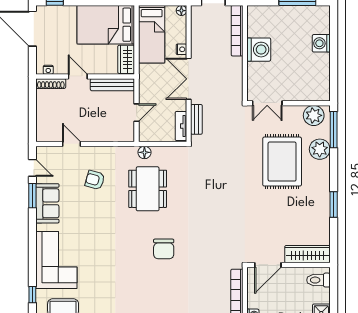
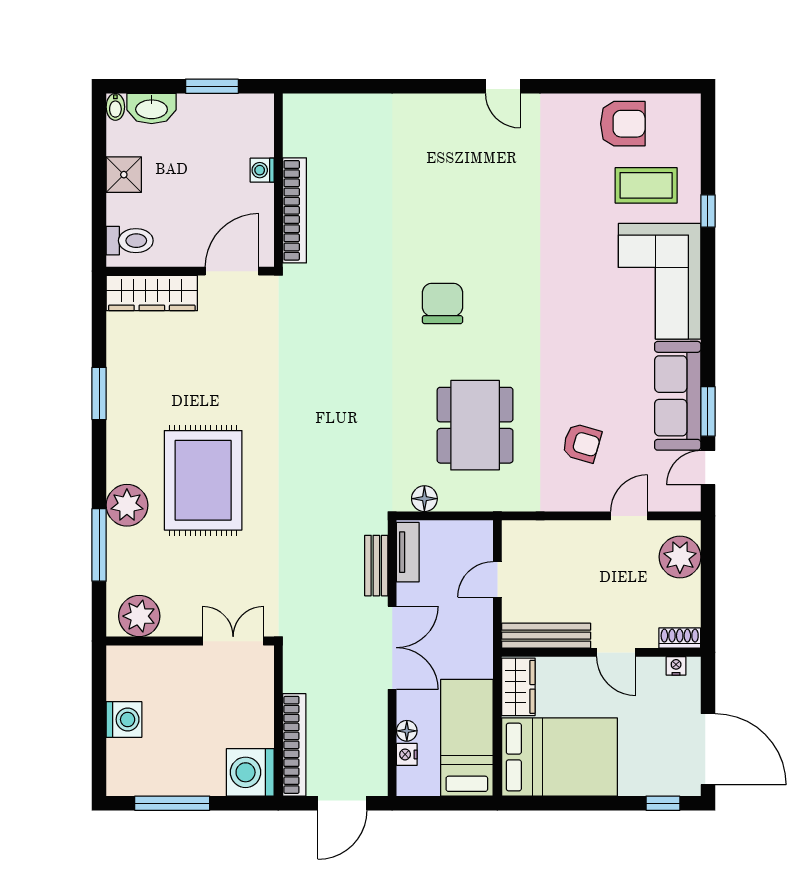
floor lamp: (181, 11) -> (407, 731), moved
nightstand: (181, 49) -> (407, 754), moved
washing machine: (259, 50) -> (250, 772), moved
shoe rack: (51, 84) -> (680, 638), width x0.70
double door: (267, 103) -> (233, 641), moved
wall: (288, 103) -> (190, 641), moved
plant: (314, 115) -> (139, 616), moved
plant: (46, 124) -> (680, 557), added
door: (71, 144) -> (629, 516), swing flipped
floor lamp: (144, 152) -> (424, 499), moved
door: (32, 168) -> (708, 467), hinge flipped
sofa: (47, 203) -> (678, 396), width x1.36

